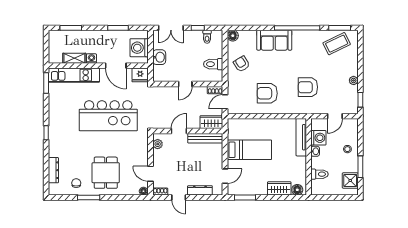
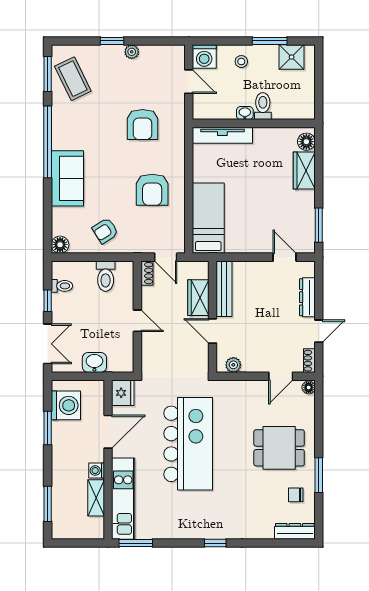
washing machine: (139, 48) -> (66, 405), moved, turned -90
window: (360, 100) -> (112, 41), moved
wardrobe: (211, 122) -> (198, 298), moved
washing machine: (318, 138) -> (204, 56), moved, turned 180
bed: (249, 150) -> (208, 218), moved
dresser: (53, 170) -> (295, 531), moved
toilet: (320, 174) -> (263, 106), moved

